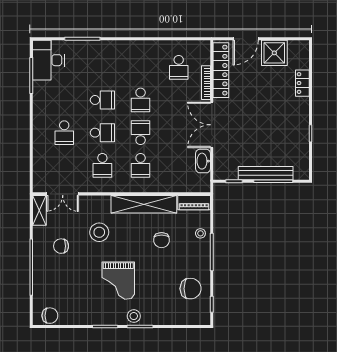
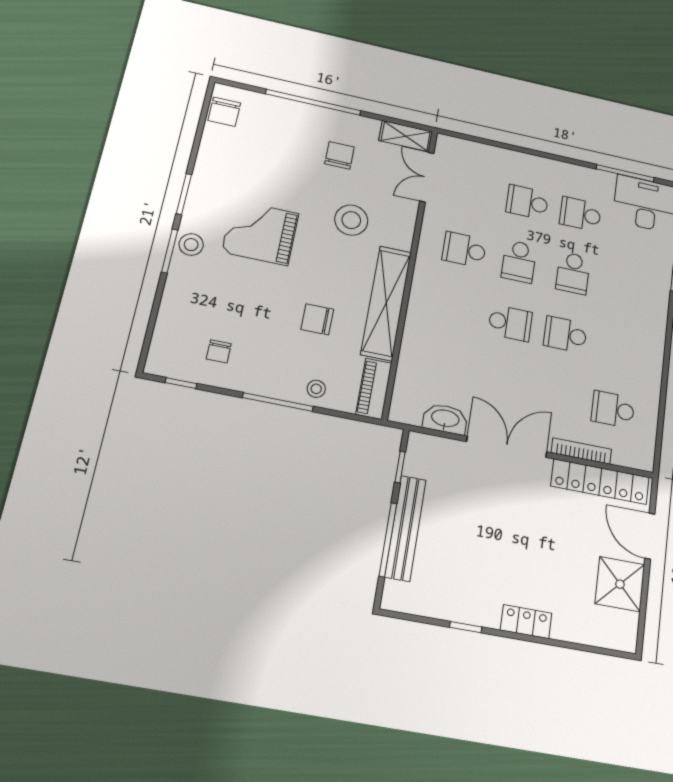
locker: (302, 83) -> (526, 622), moved
school desk: (141, 165) -> (580, 214), moved
chair: (191, 289) -> (219, 351), width x0.54, depth x0.54

